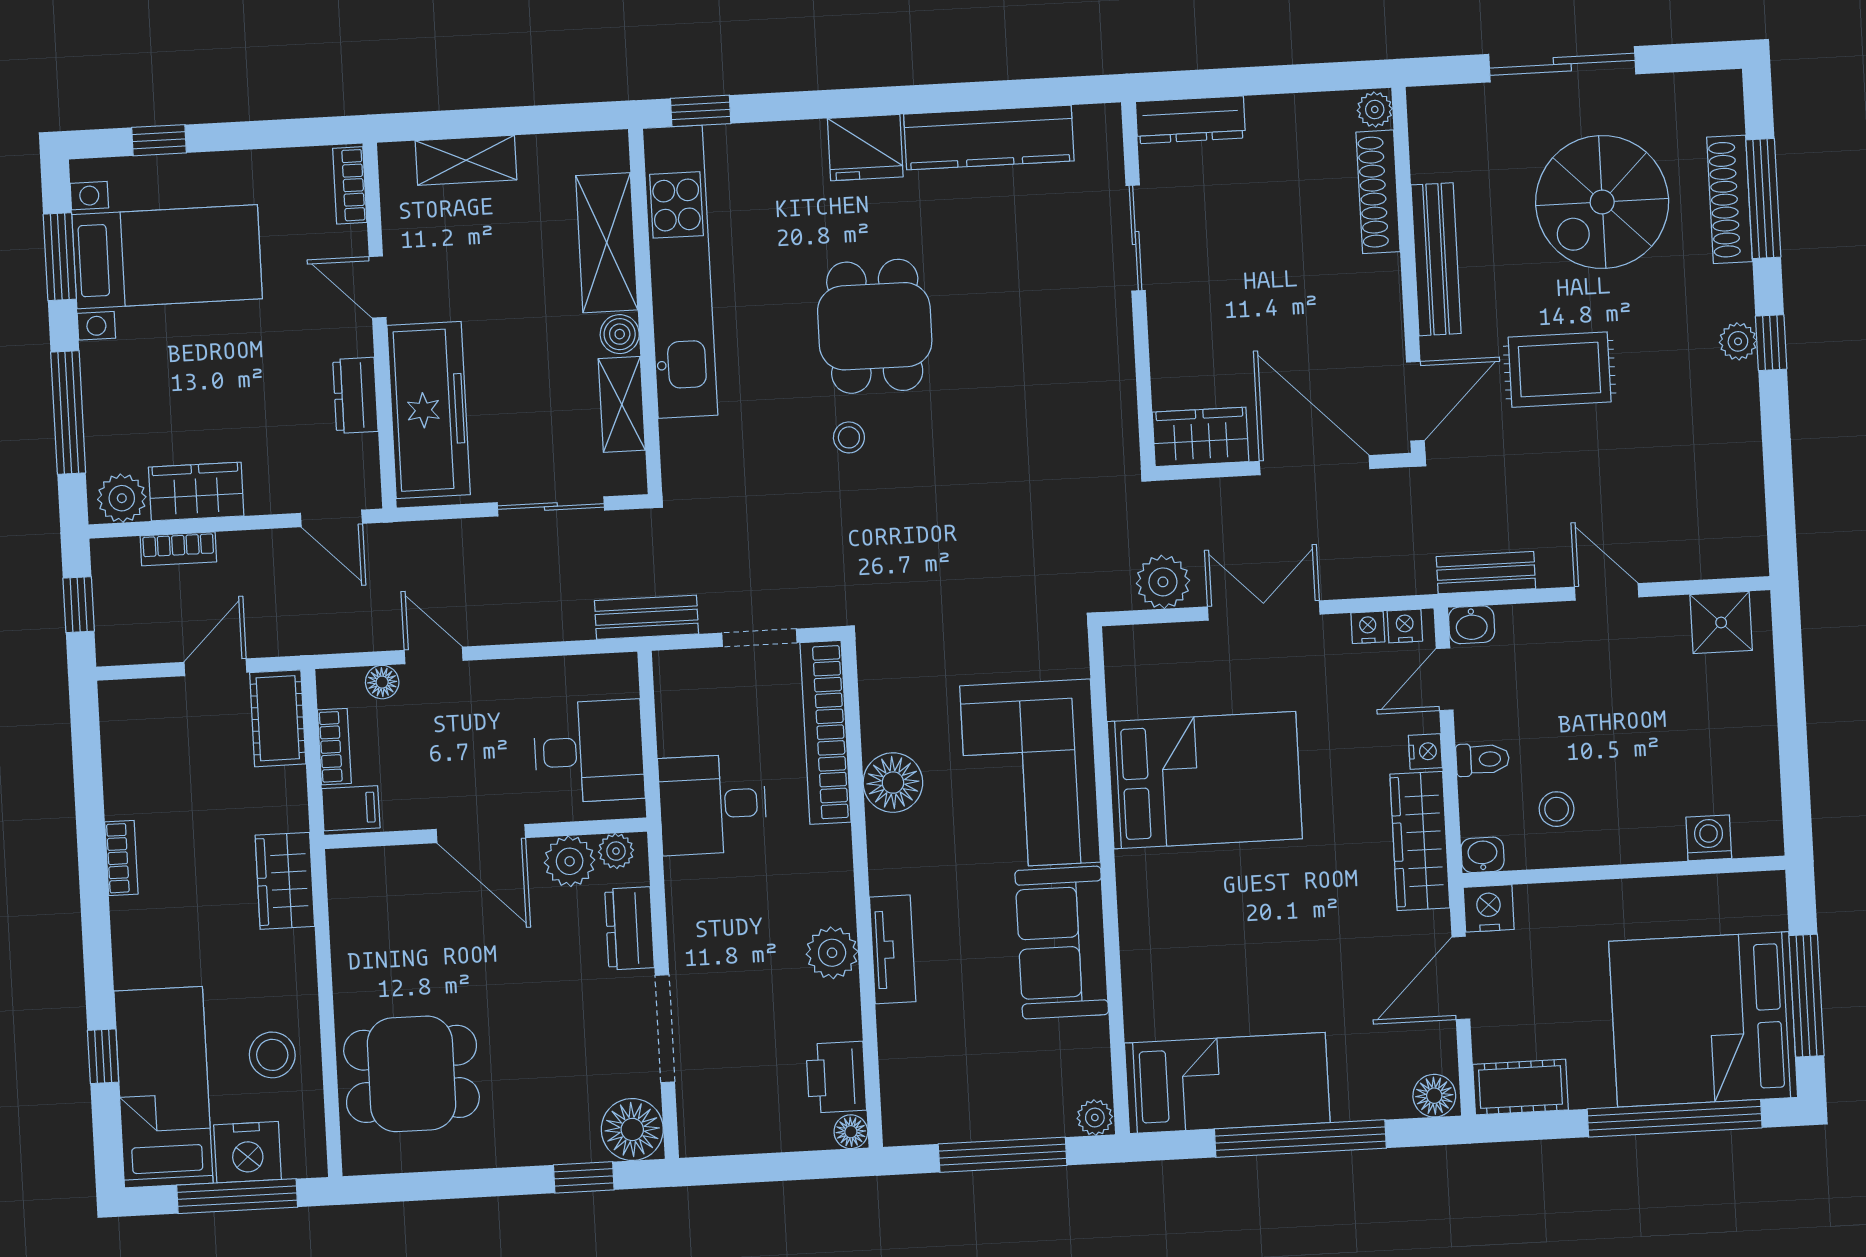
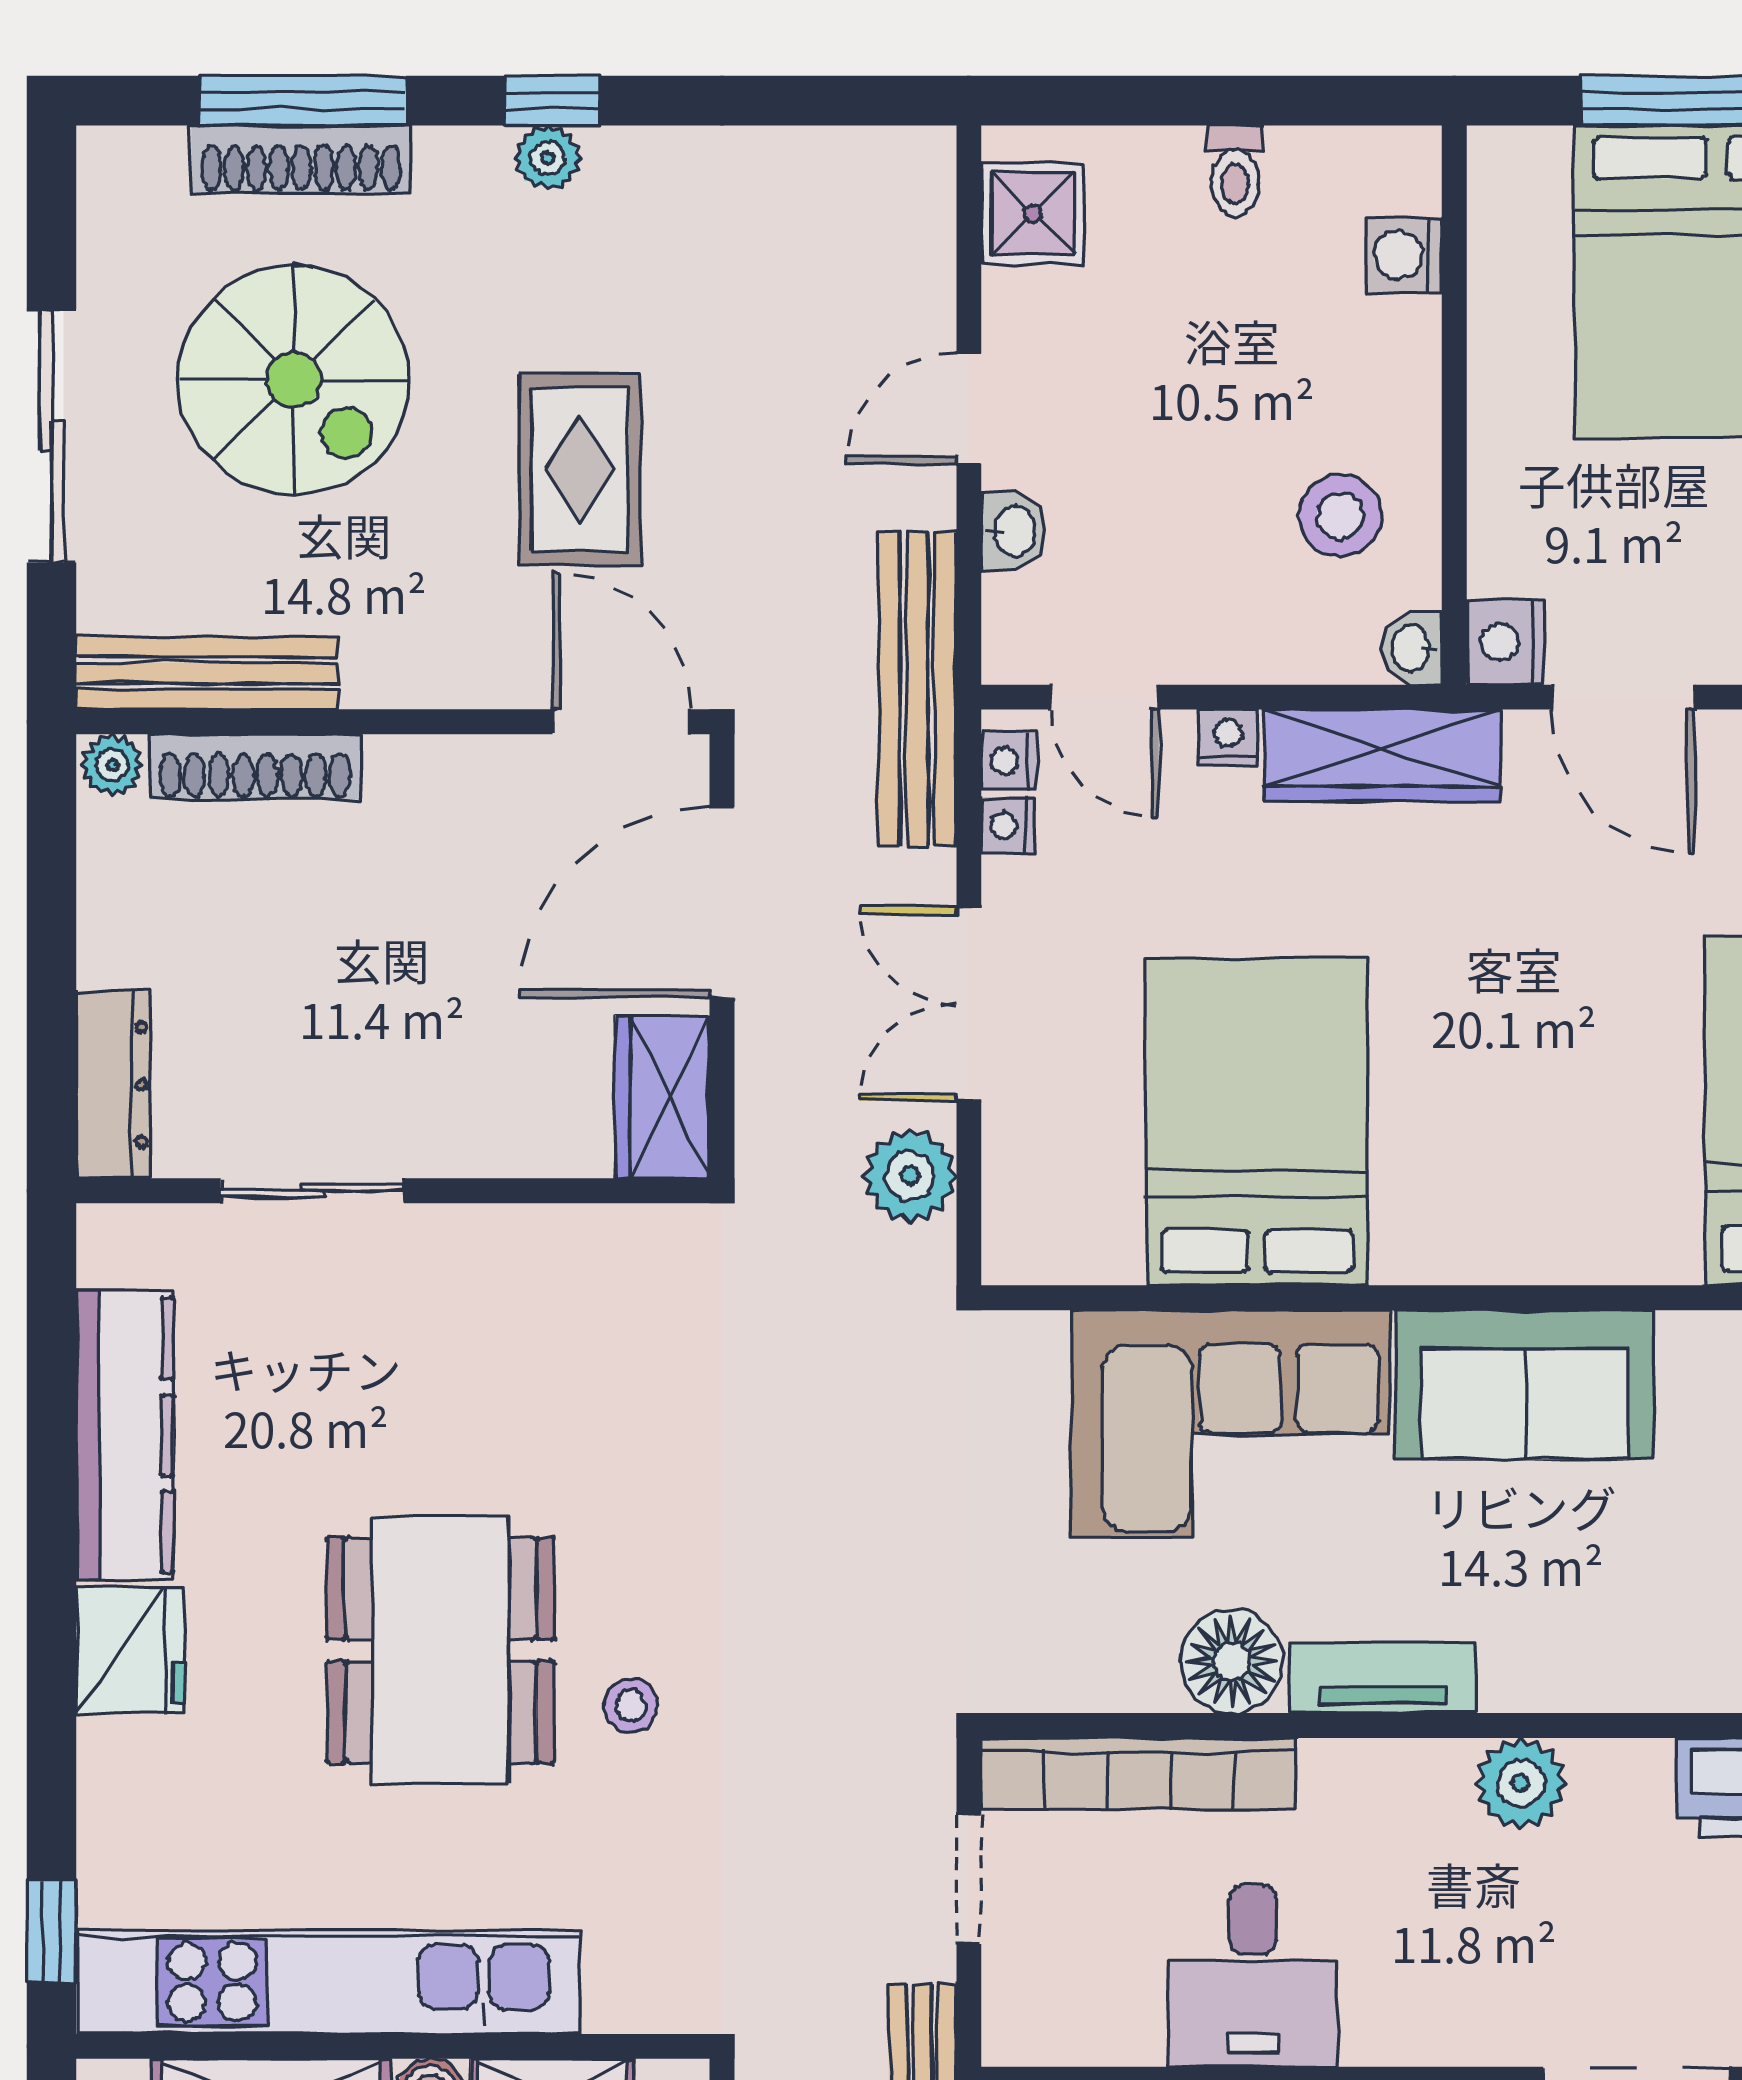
bench: (1436, 259) -> (207, 673), moved
dining table: (875, 326) -> (441, 1650), width x1.38
bench: (1486, 573) -> (917, 689), width x1.86, depth x1.21
washbasin: (1472, 625) -> (1013, 531), moved
toilet: (1483, 759) -> (1235, 171), moved, turned 180
stool: (1557, 809) -> (1340, 516), width x1.37, depth x1.37
tv unit: (893, 949) -> (1383, 1678), moved

